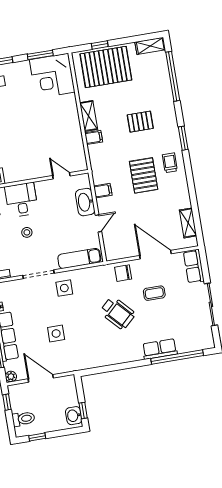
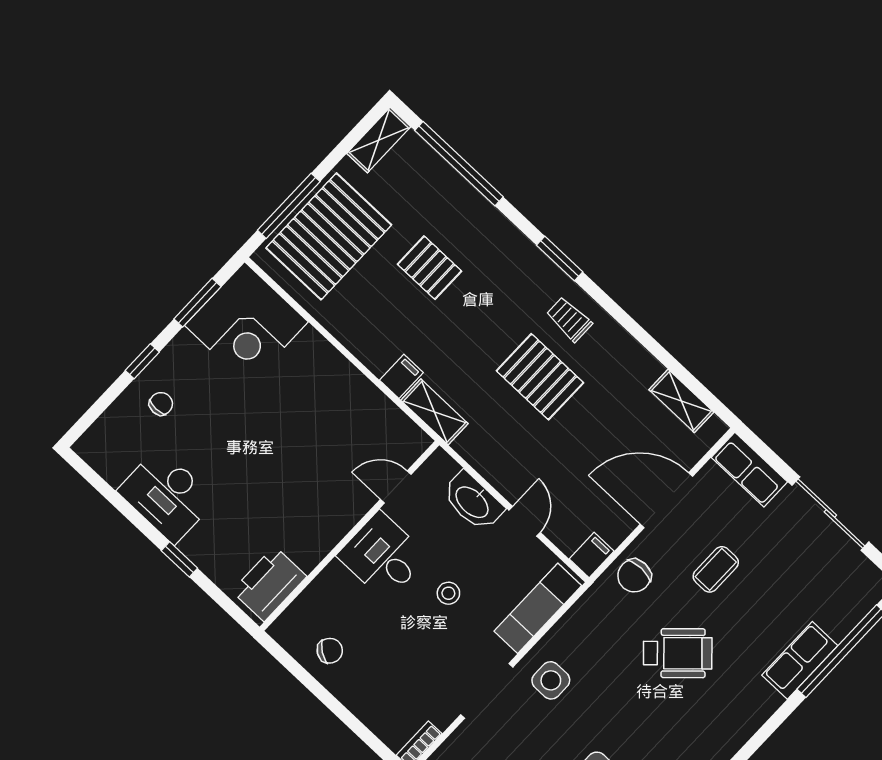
window: (100, 45) -> (289, 206), width x2.17
shelving: (89, 116) -> (434, 412), moved
pallet: (140, 122) -> (429, 268), moved, turned 90
filing cabinet: (103, 191) -> (592, 555), moved
desk: (21, 200) -> (383, 556), moved
stool: (27, 232) -> (448, 593), moved

